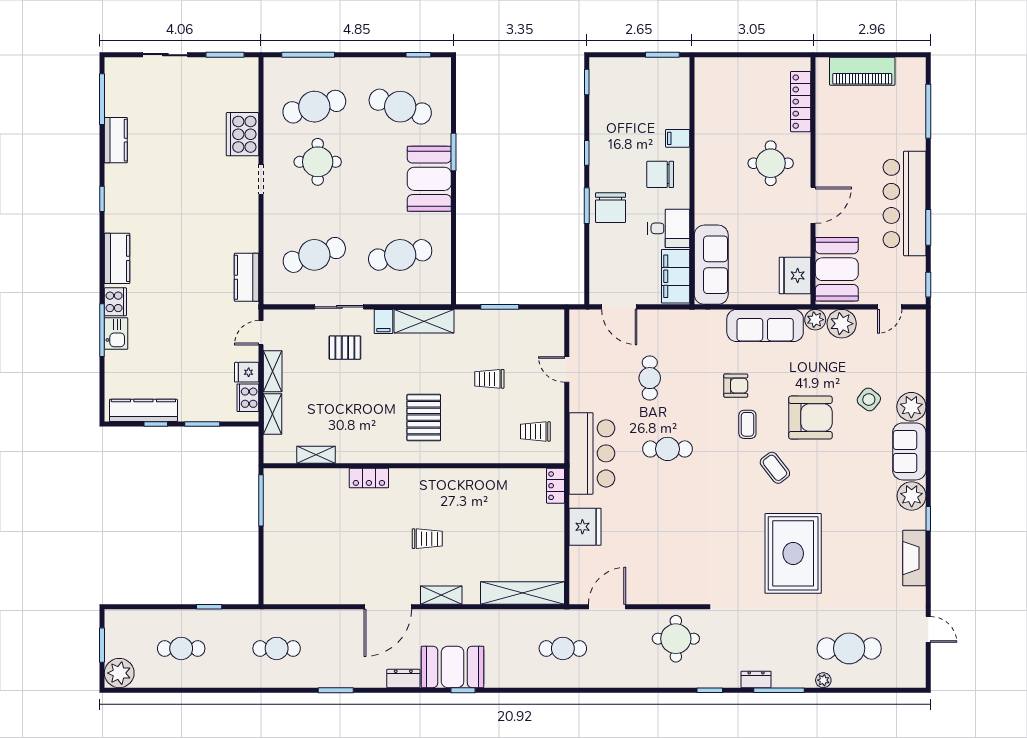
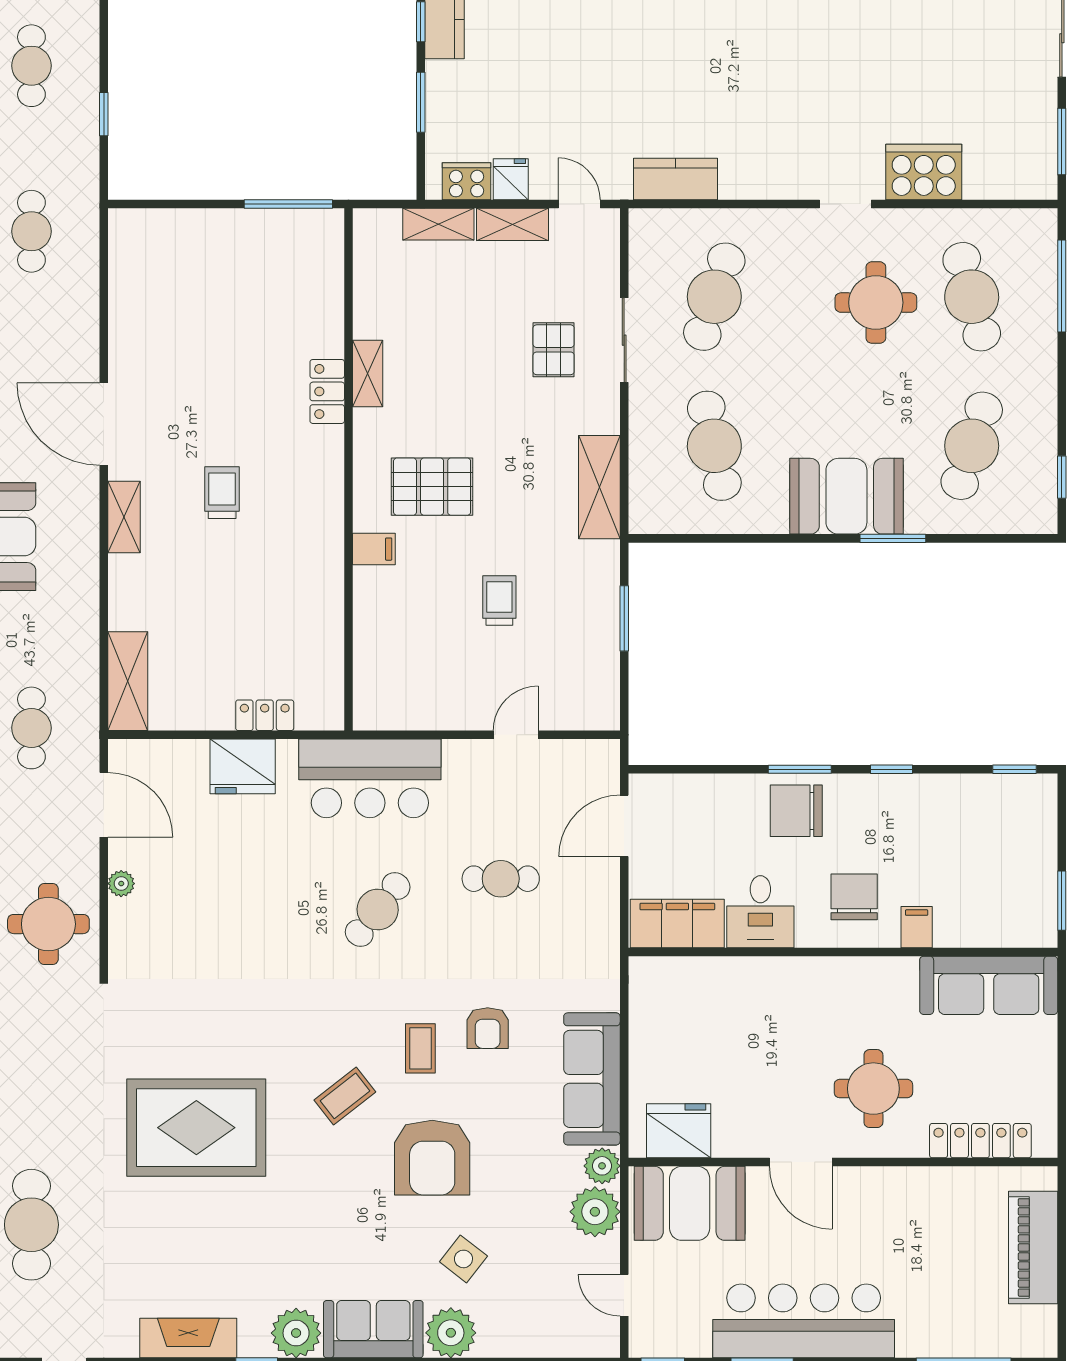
cafe table: (314, 255) -> (714, 297), turned 36
sofa: (711, 265) -> (989, 985), moved
filing cabinet: (383, 321) -> (374, 549), moved, turned 180
coffee table: (747, 424) -> (420, 1048), turned 90
trolley: (535, 431) -> (408, 680), removed
cafe table: (667, 449) -> (378, 910), turned 38
shelving: (316, 455) -> (368, 374), moved
locker: (556, 486) -> (265, 715), moved
trolley: (427, 539) -> (222, 493), turned 180
shelving: (523, 593) -> (128, 681), width x0.68
plant: (653, 597) -> (121, 884), added

